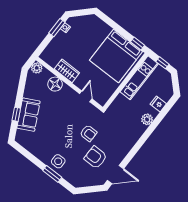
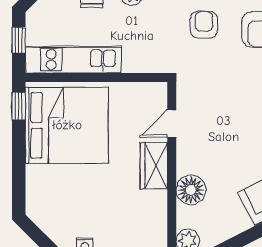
wardrobe: (67, 71) -> (154, 166), moved
armchair: (88, 133) -> (204, 25), moved

